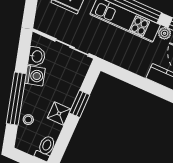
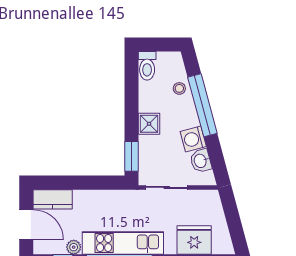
window: (80, 104) -> (131, 156), moved
shower: (59, 114) -> (149, 124), moved

